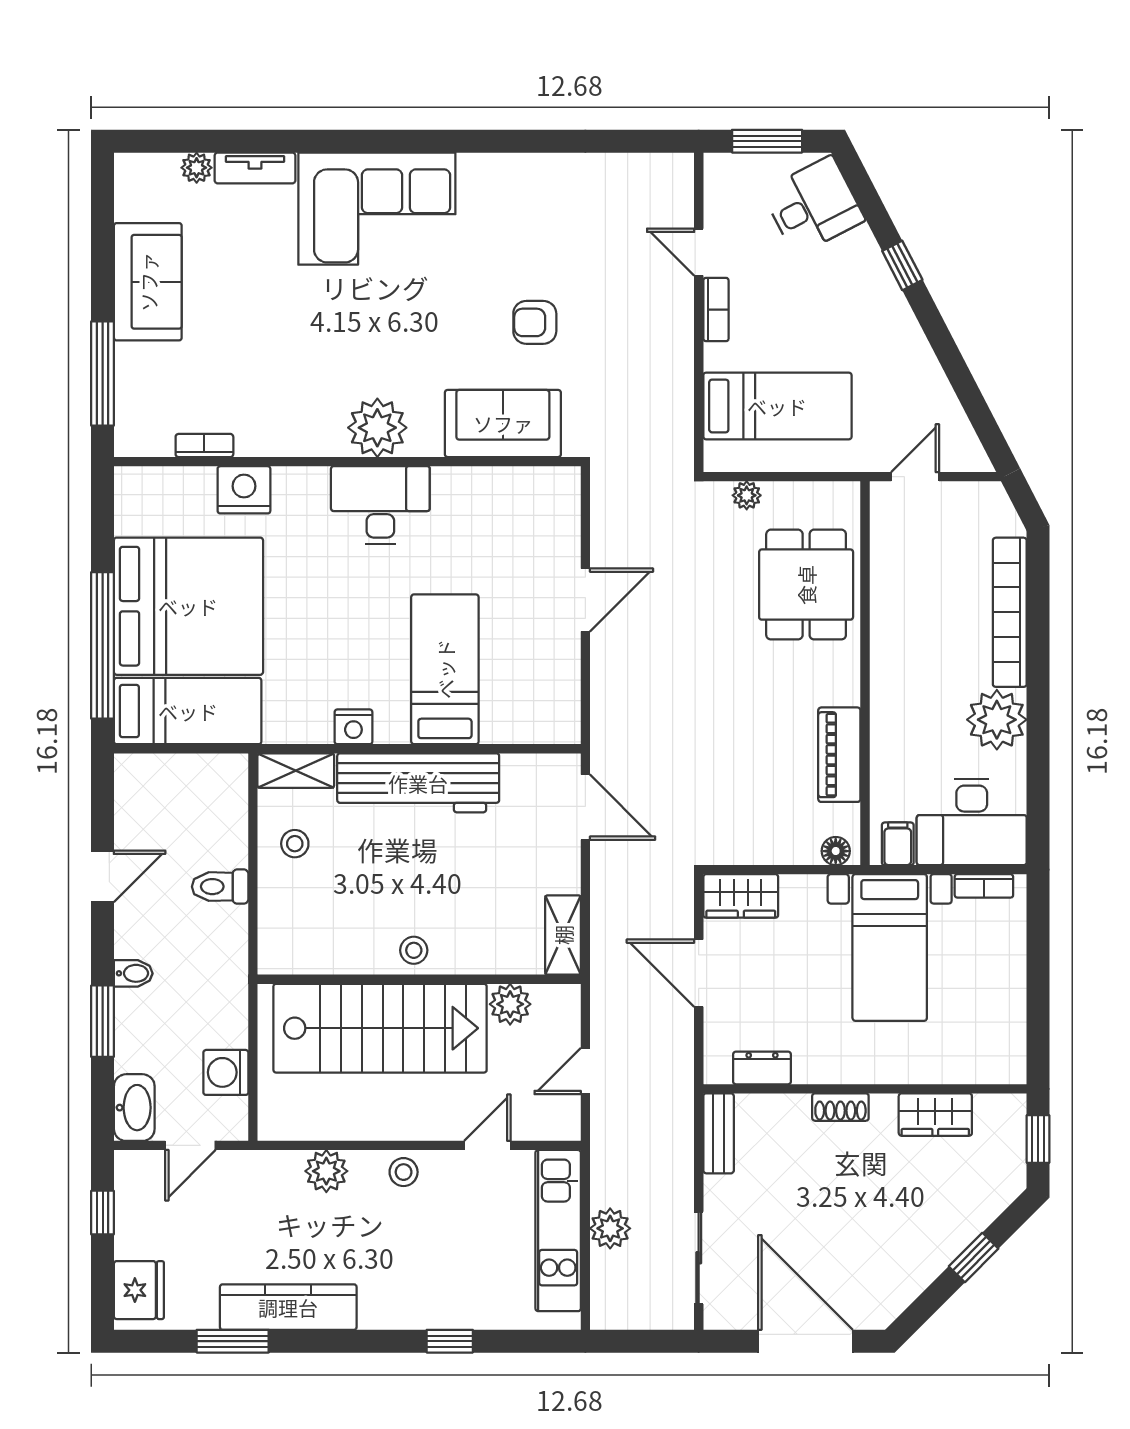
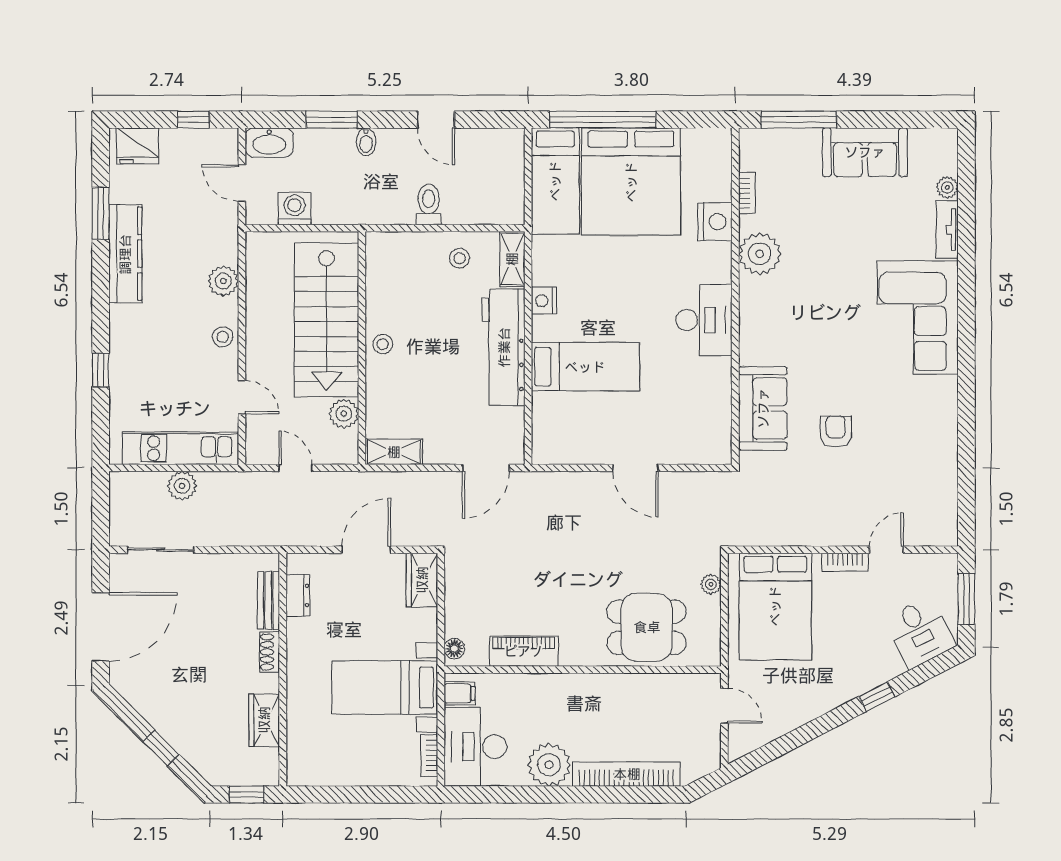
bed: (777, 406) -> (775, 606), width x1.50
plant: (377, 428) -> (760, 254), moved
bench: (719, 1133) -> (268, 601), moved, turned 90

